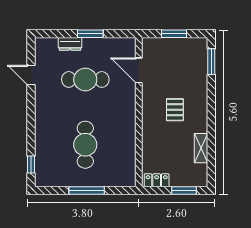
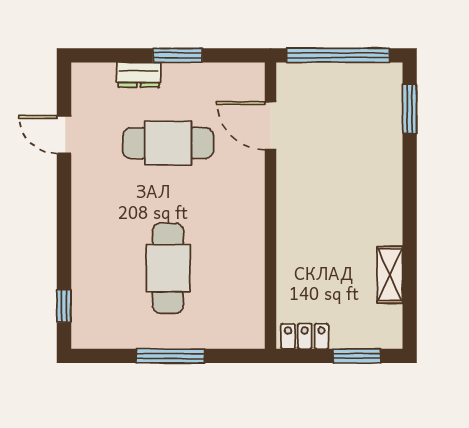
window: (174, 34) -> (338, 55), width x2.11
pallet: (175, 110) -> (340, 201), removed

